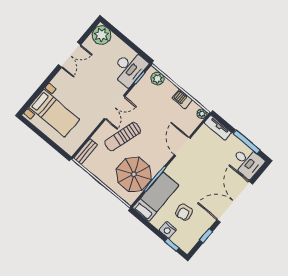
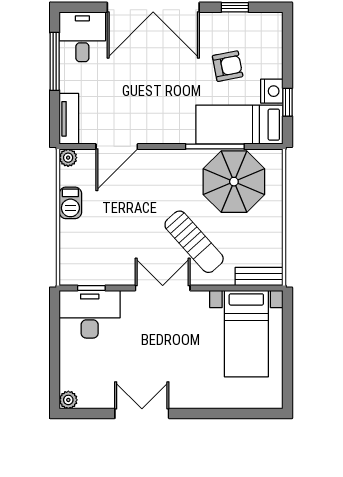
plant: (101, 35) -> (68, 400), width x0.53, depth x0.53
plant: (157, 78) -> (71, 262), removed
bed with nightstands: (54, 113) -> (246, 334), moved, turned 180
sun lounger: (123, 137) -> (194, 242), turned 31
door: (182, 146) -> (117, 146), moved
nightstand: (168, 230) -> (272, 91), moved
window: (172, 245) -> (288, 102), moved

